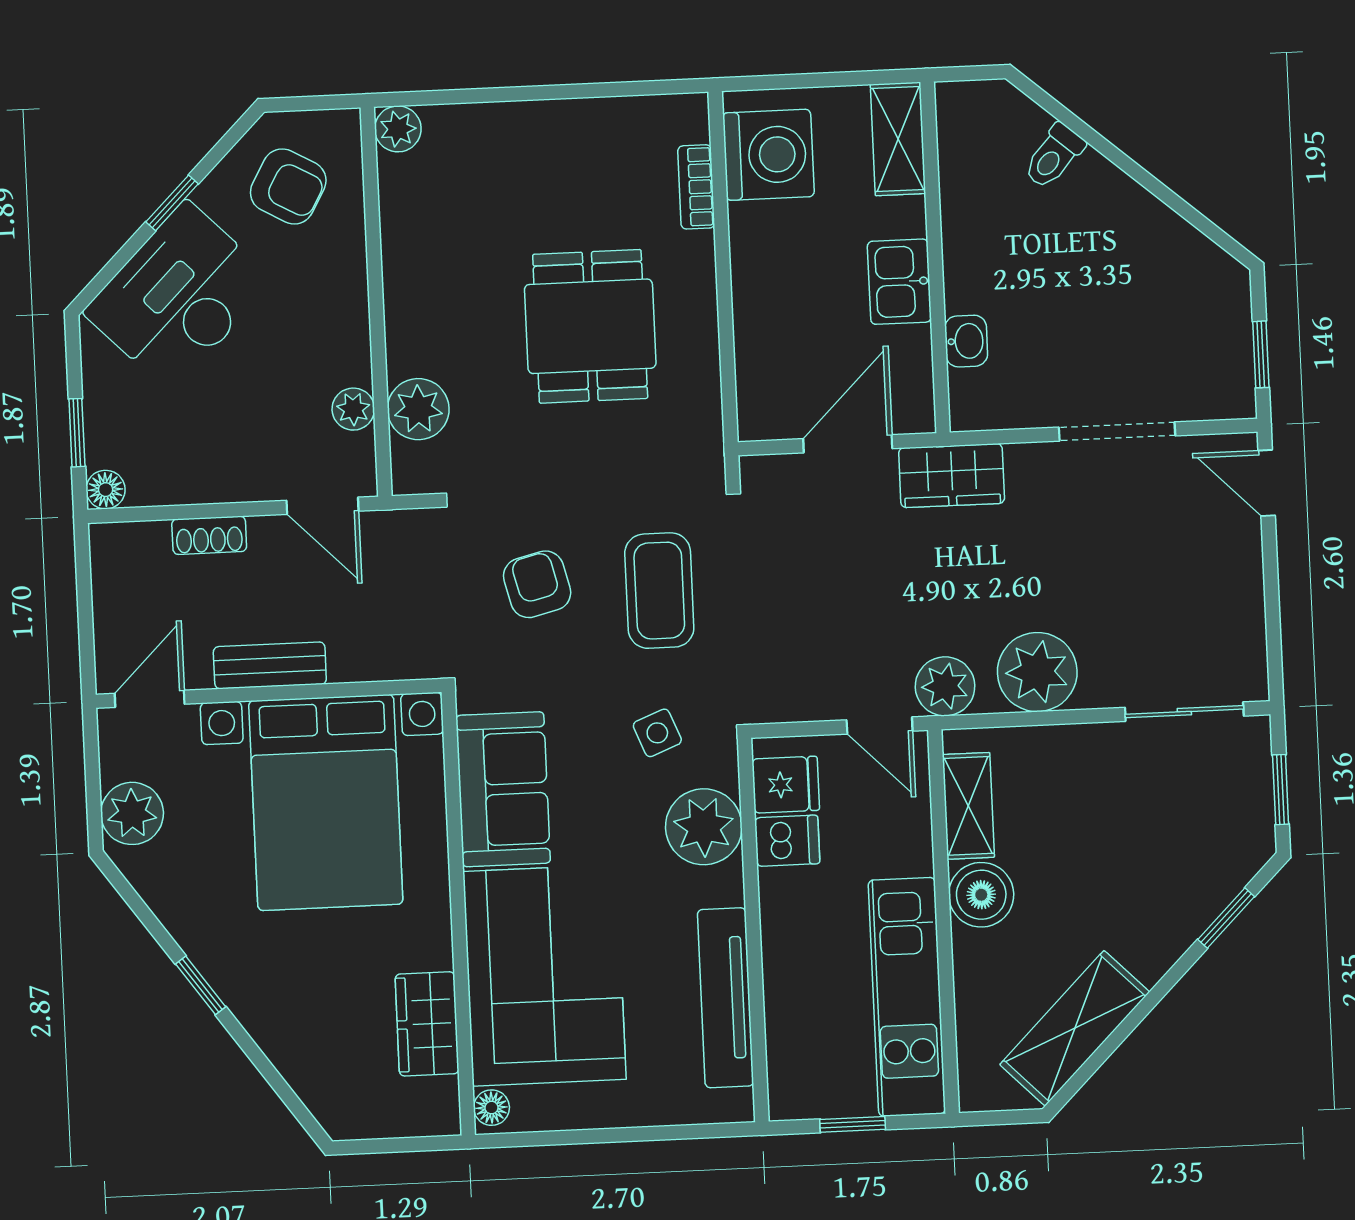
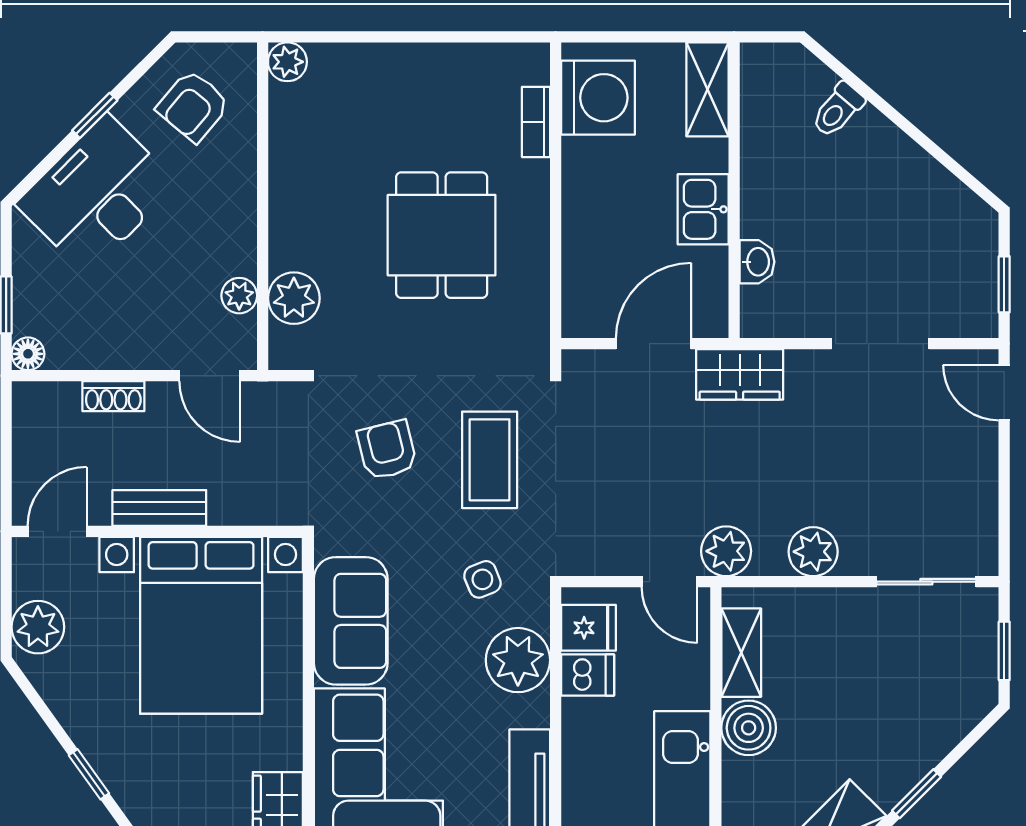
armchair: (288, 186) -> (193, 106), turned 101
plant: (1037, 672) -> (813, 552), width x0.73, depth x0.73
window: (1226, 918) -> (917, 794), moved

